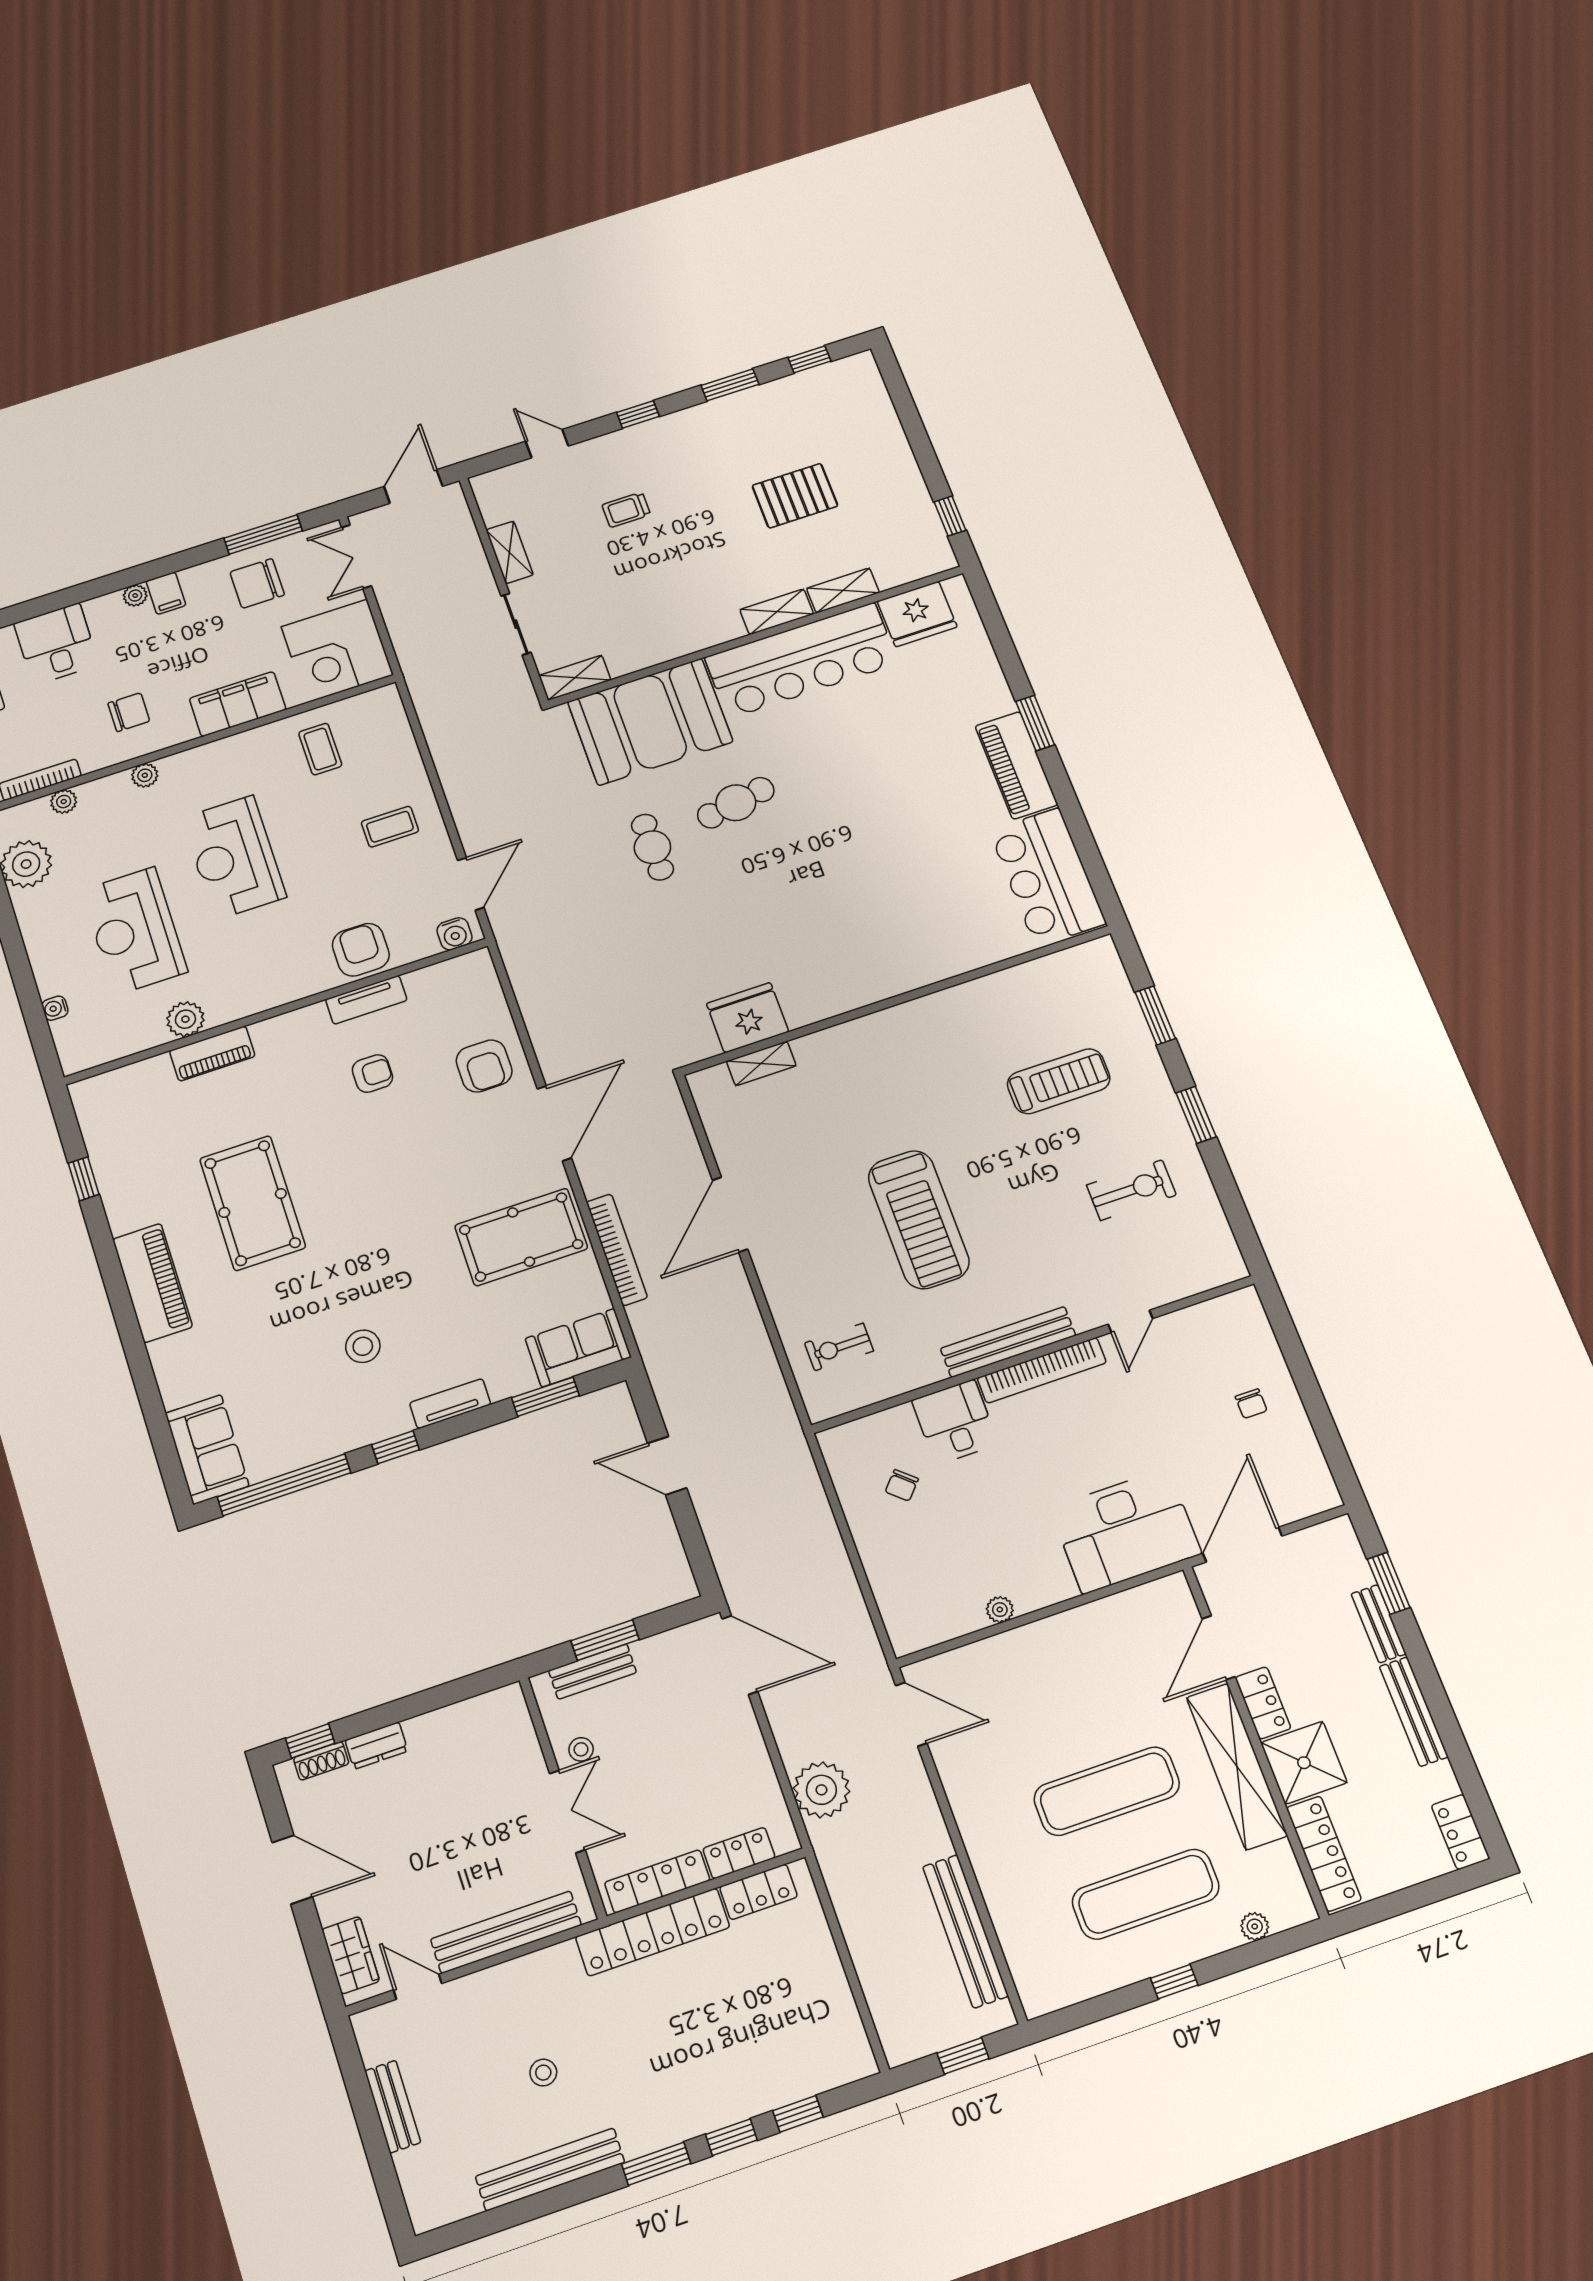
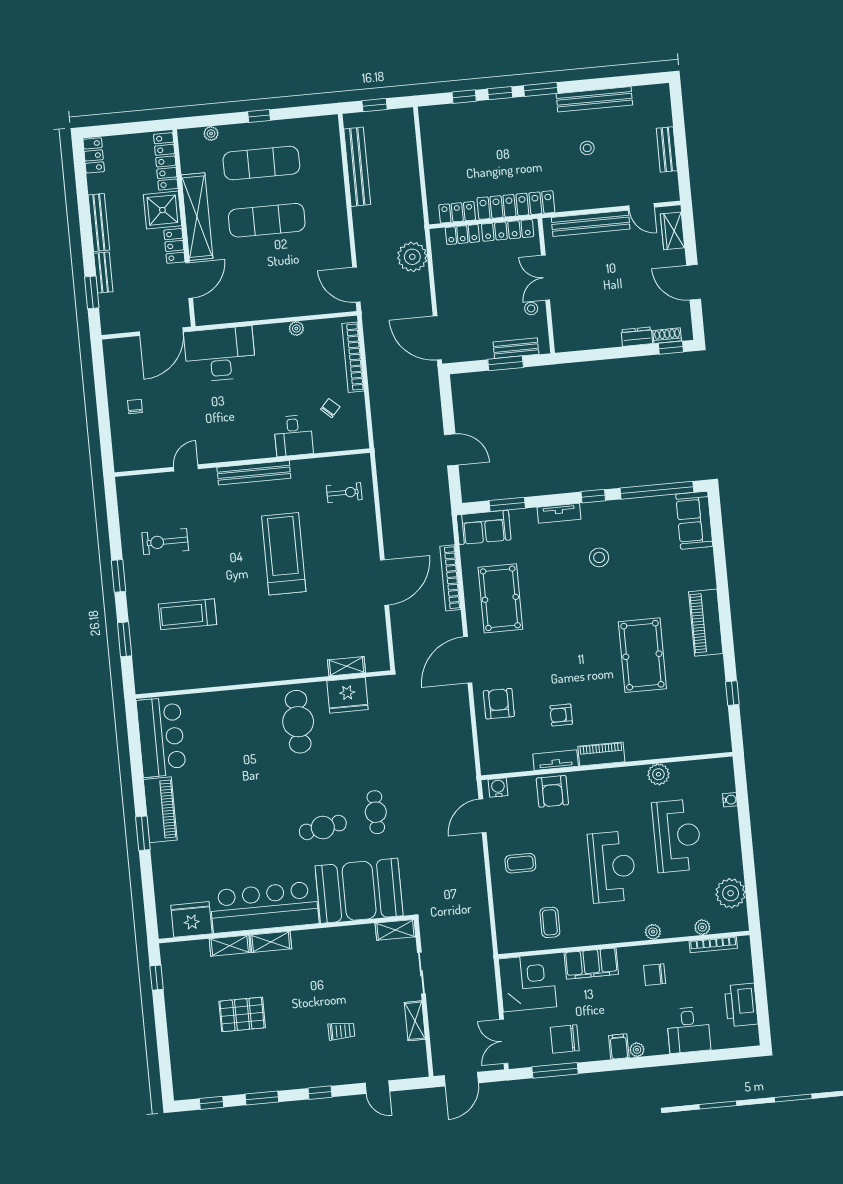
double door: (357, 557) -> (504, 1041), swing flipped
chair: (257, 583) -> (565, 1039), turned 180
cafe table: (821, 956) -> (298, 722), added
piano: (212, 1054) -> (601, 754), moved
pool table: (521, 1237) -> (500, 598), turned 90
bookcase: (1042, 1370) -> (353, 357), moved, turned -90

